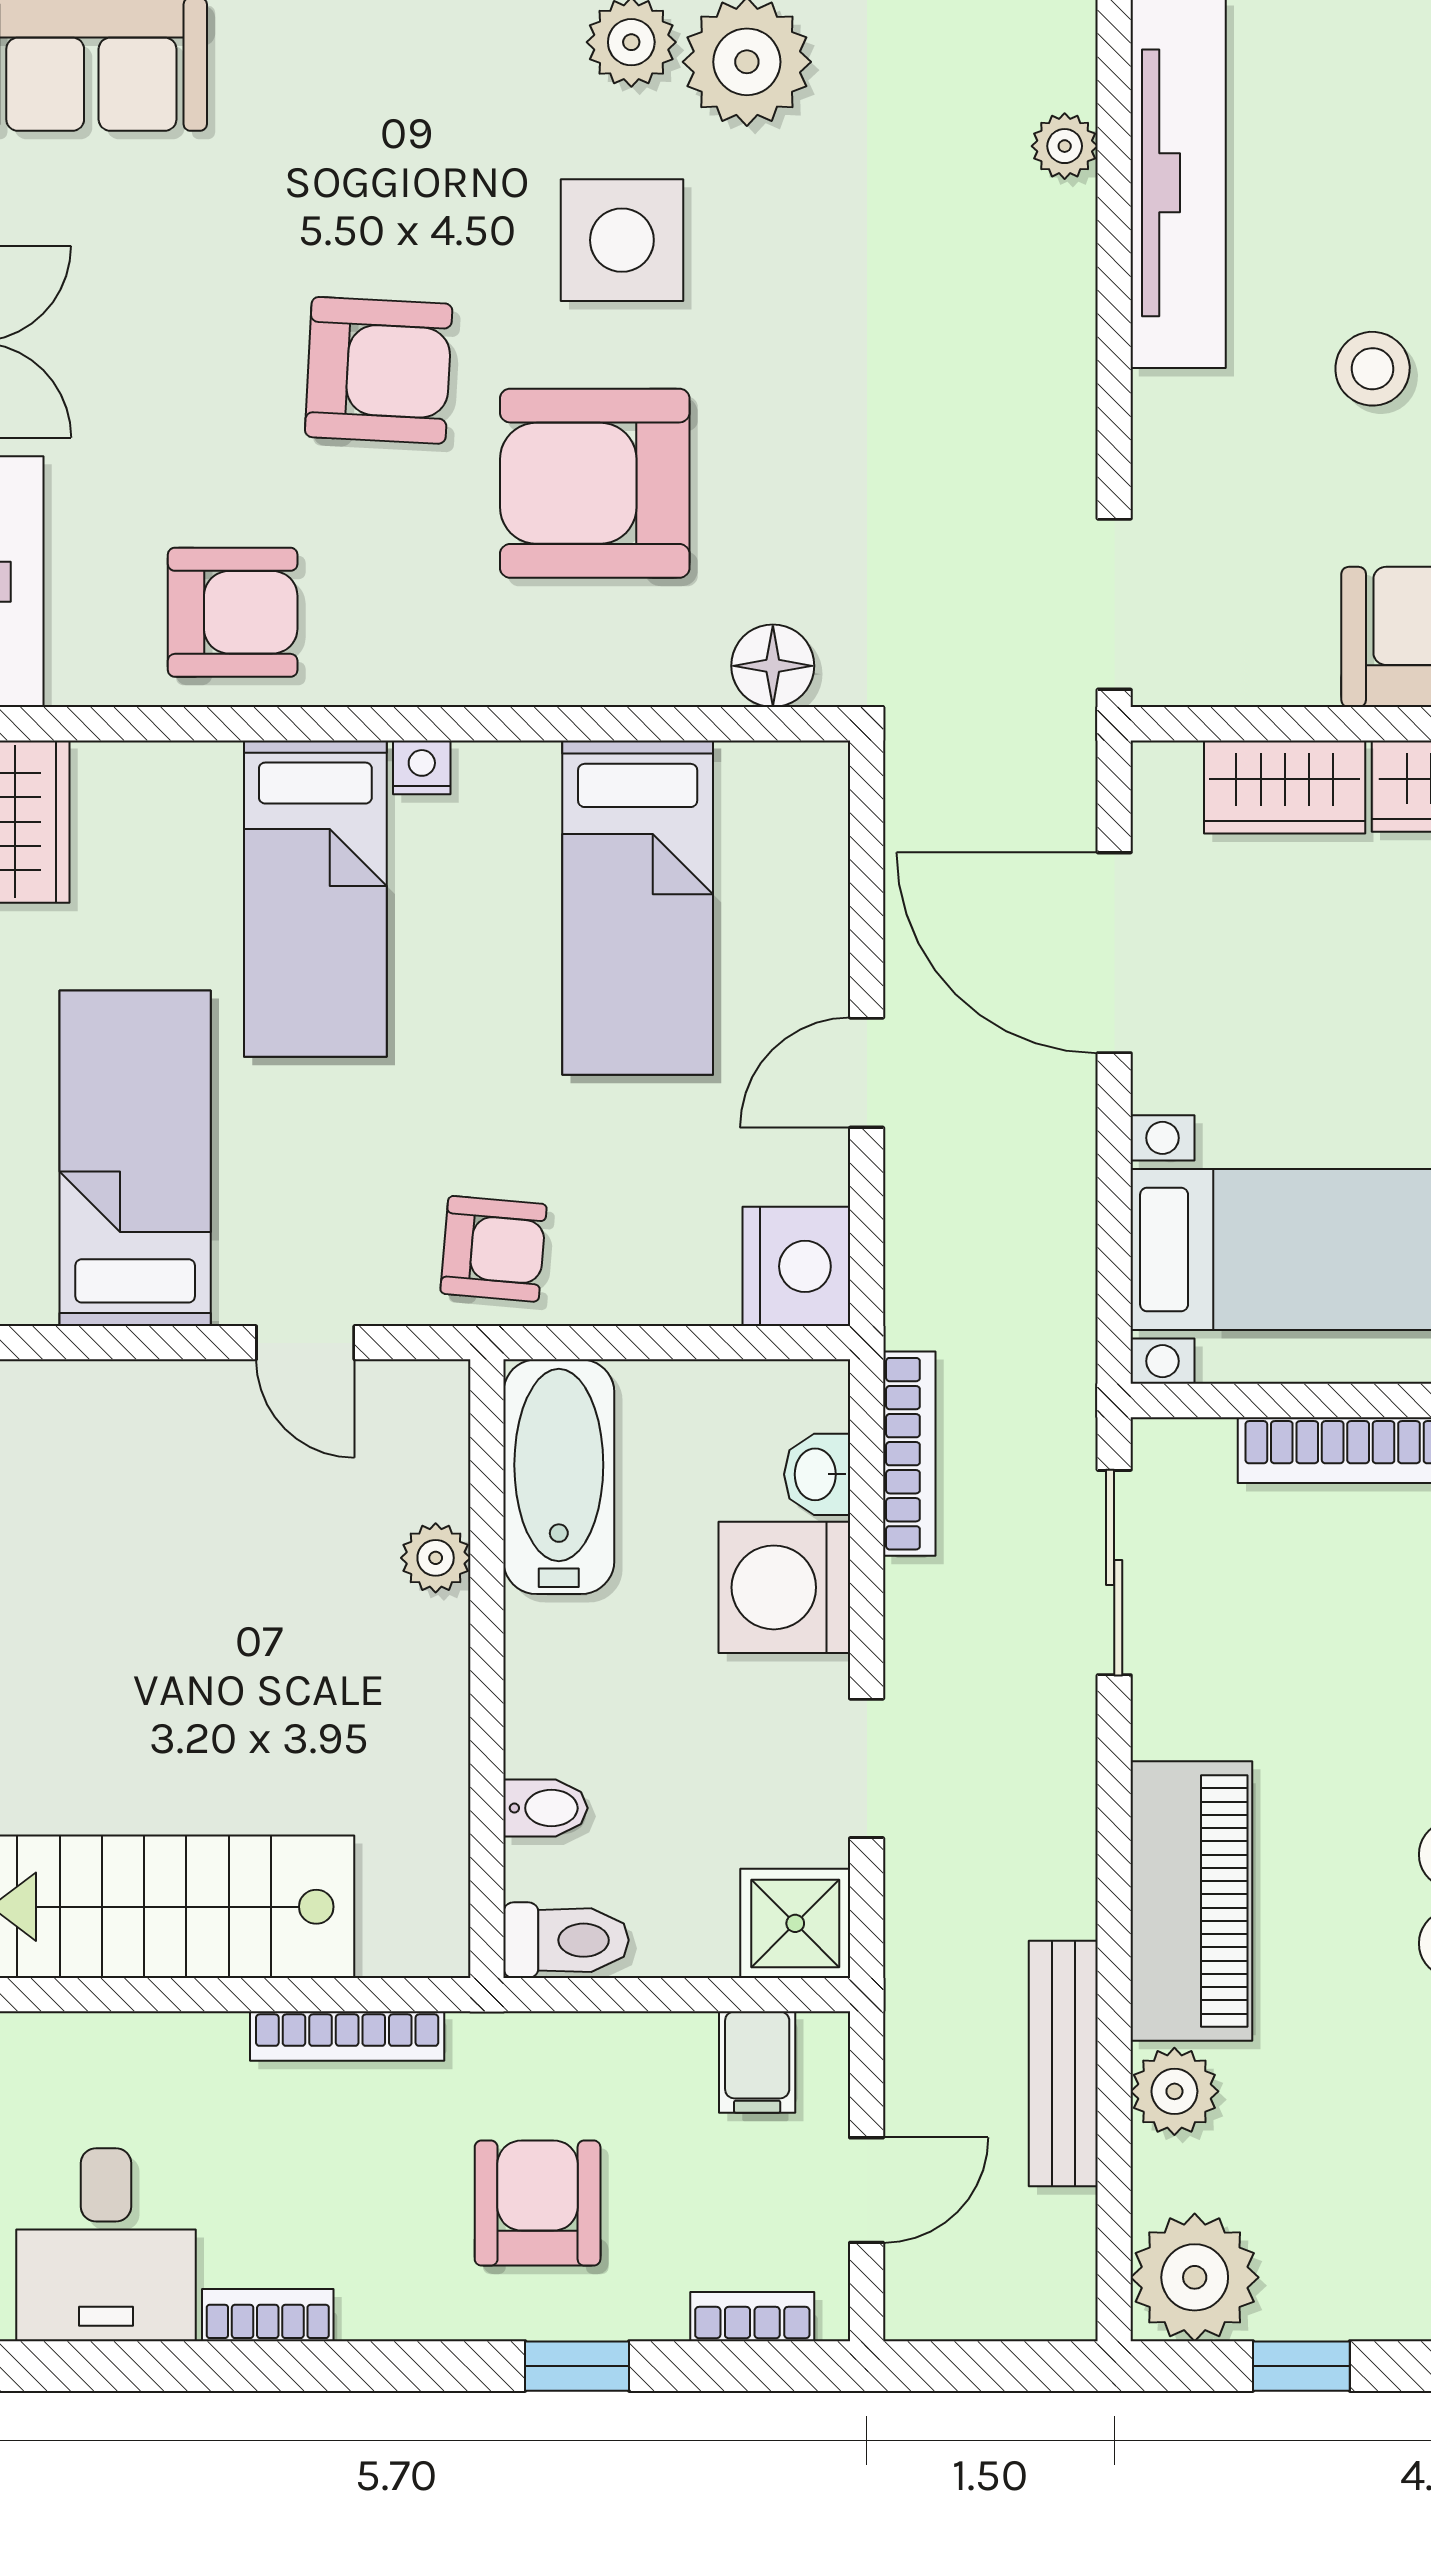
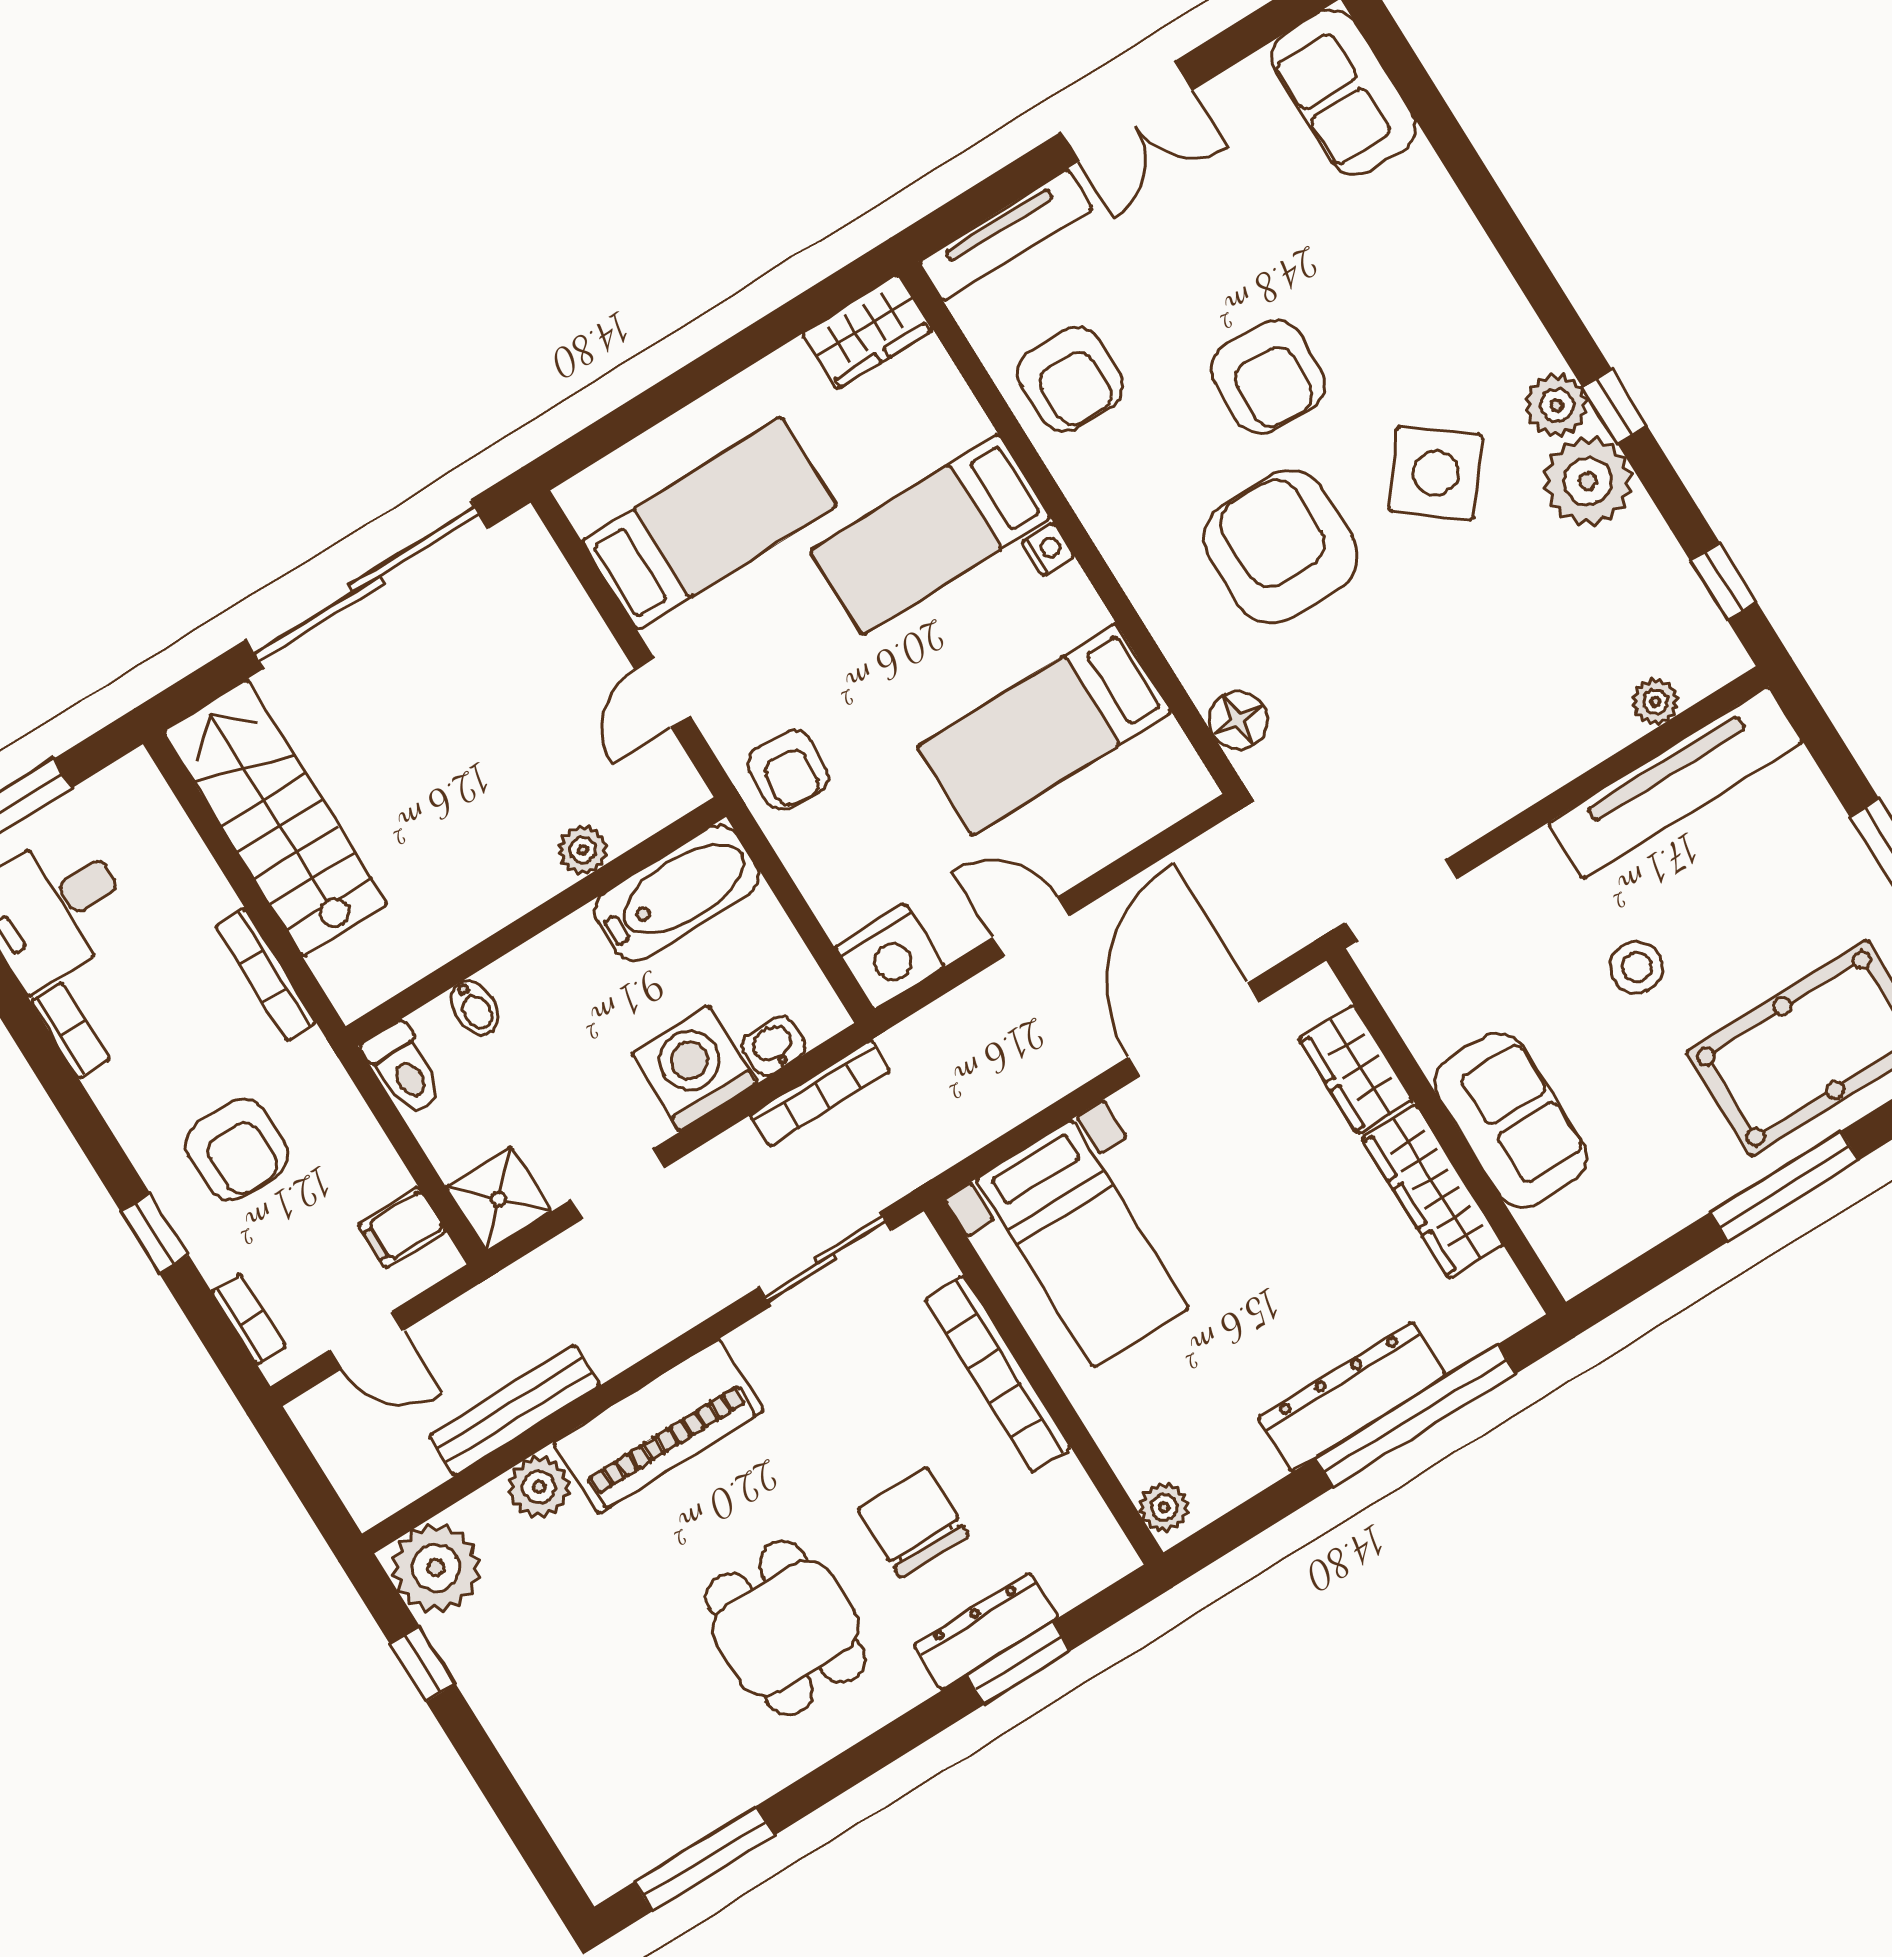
side table: (622, 240) -> (1435, 473), turned 38
armchair: (538, 2203) -> (237, 1149), turned 90

